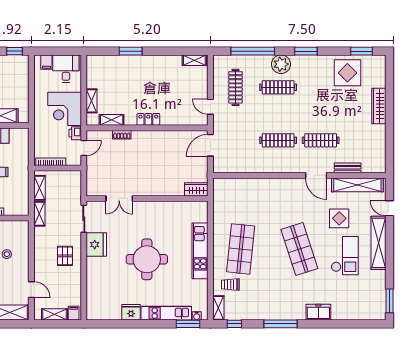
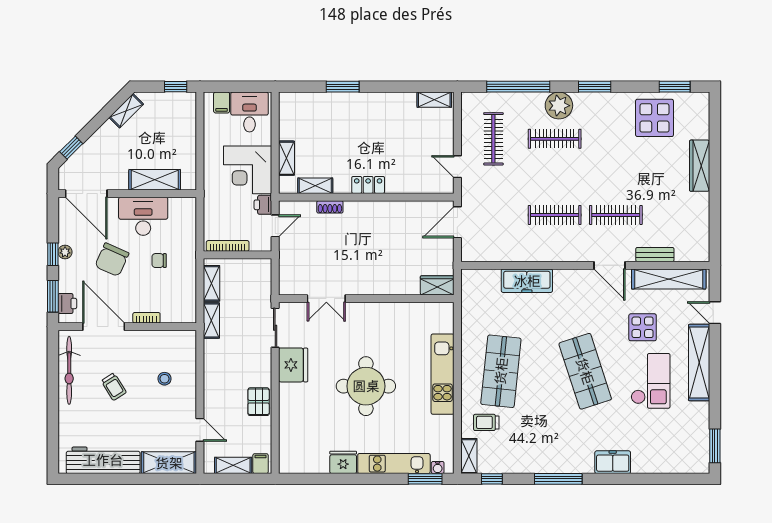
freezer: (259, 186) -> (527, 281), added
pallet: (65, 256) -> (259, 402), moved

